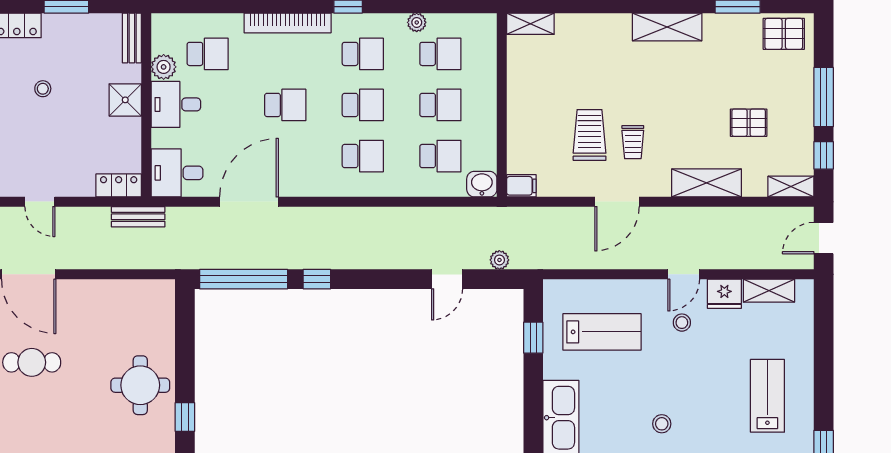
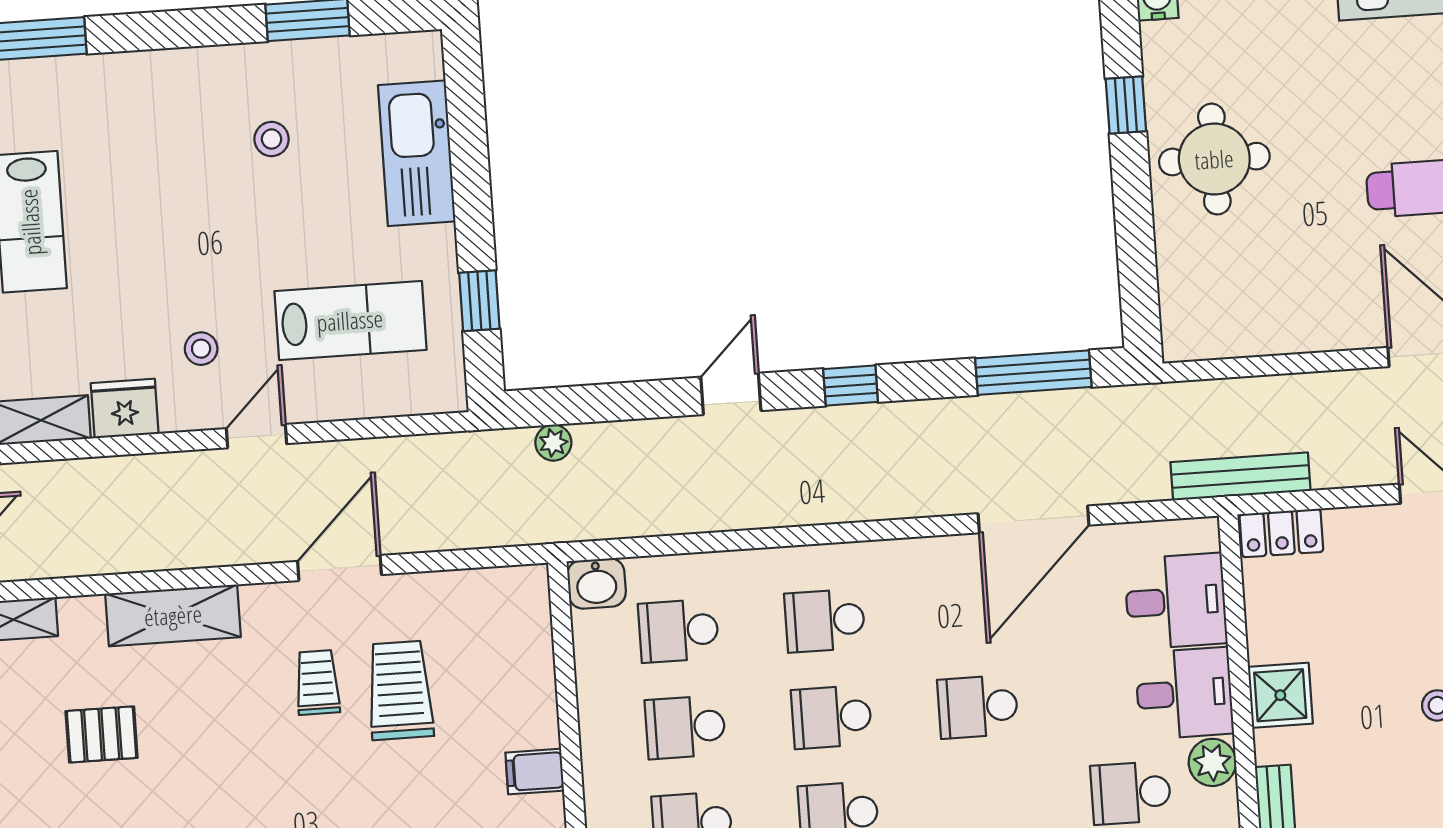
trolley: (590, 135) -> (400, 690), turned 180
desk: (177, 173) -> (1176, 601), moved
filing cabinet: (521, 186) -> (535, 772), moved
bench: (138, 217) -> (1241, 476), width x1.36
door: (684, 274) -> (256, 436), moved
window: (244, 279) -> (1033, 373), width x0.68
window: (317, 279) -> (851, 385), moved
door: (447, 279) -> (731, 394), moved
lab bench: (602, 332) -> (350, 320), turned 180
stool: (662, 424) -> (272, 139), moved

